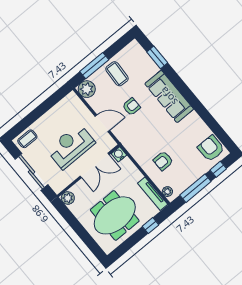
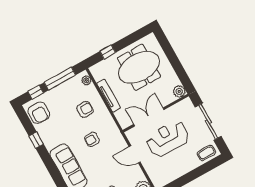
armchair: (131, 107) -> (92, 139), moved
window: (208, 119) -> (36, 140), added
reception desk: (71, 146) -> (168, 139), turned 180
water cooler: (119, 154) -> (125, 123), removed
tv unit: (153, 194) -> (109, 96), moved

